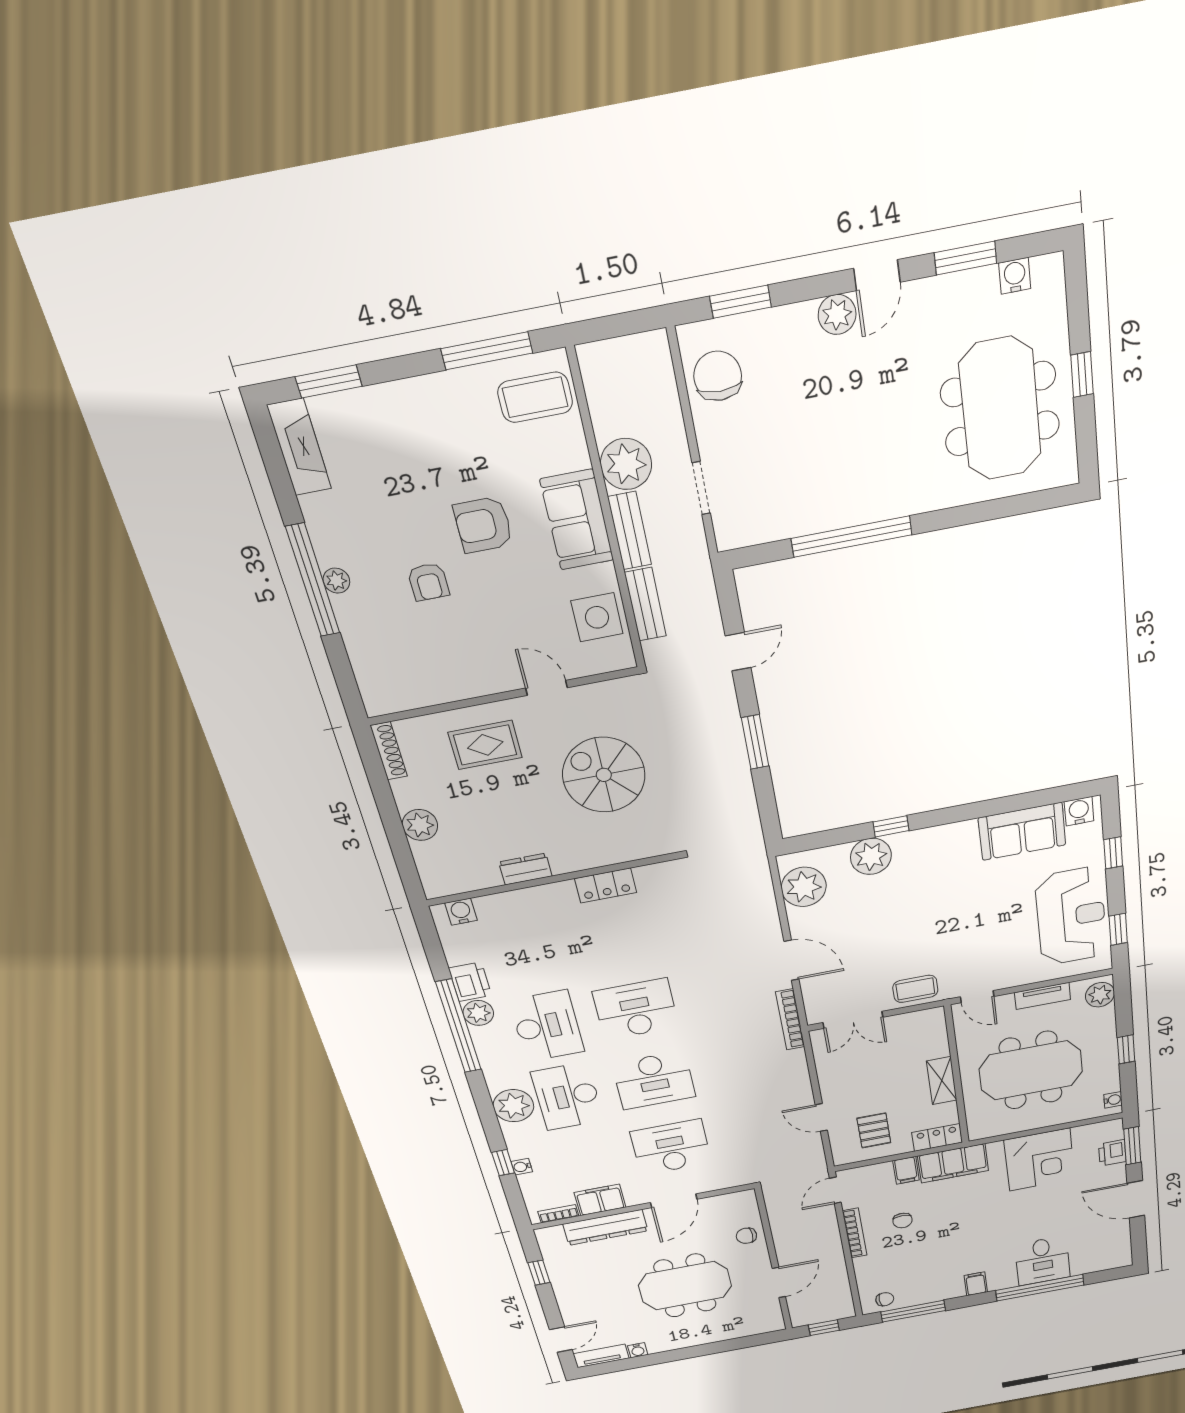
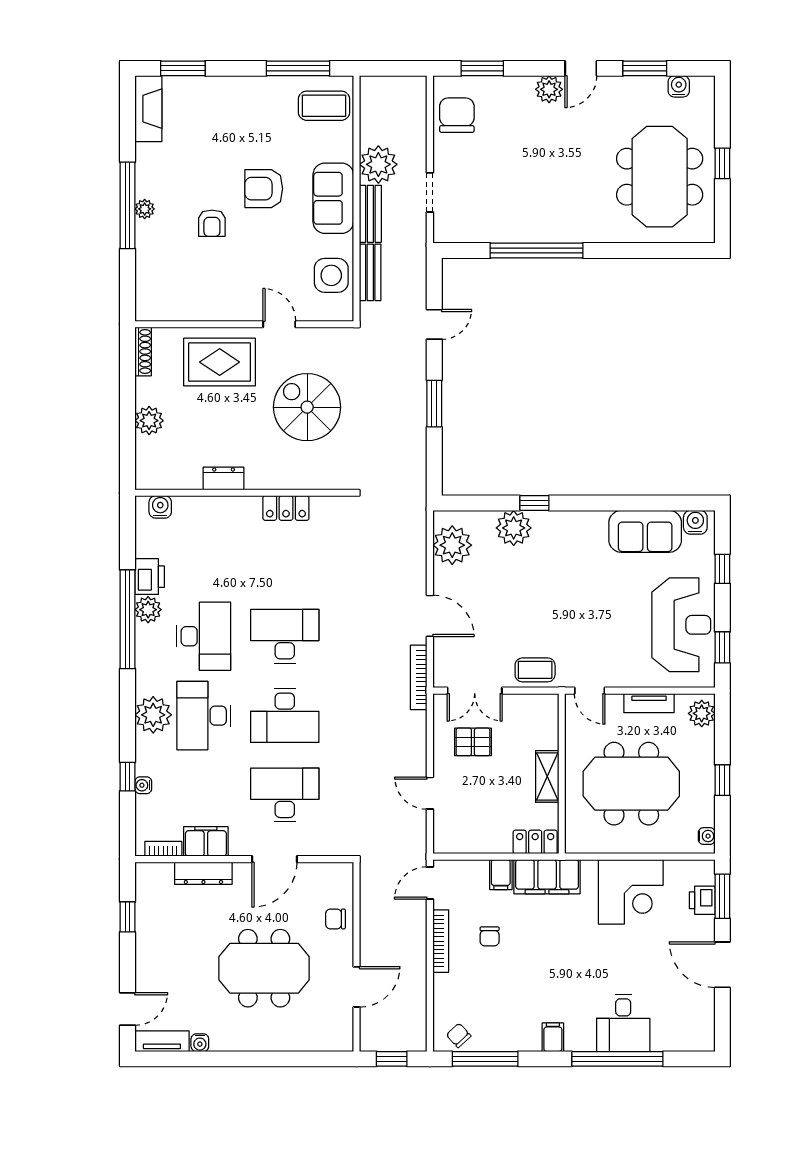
rug: (485, 745) -> (220, 362), width x1.36, depth x1.43
pallet: (874, 1130) -> (473, 742), moved, turned 90
dresser: (605, 1227) -> (203, 873), width x0.73, depth x0.80
chair: (885, 1299) -> (459, 1035), turned -130

